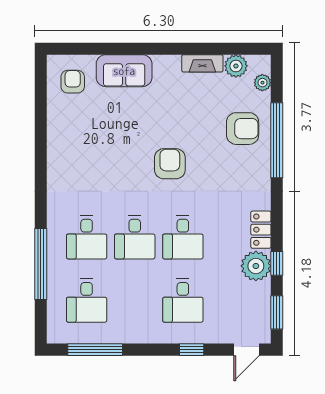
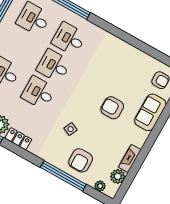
armchair: (170, 164) -> (112, 108), moved, turned 180
side table: (208, 166) -> (71, 129), added

